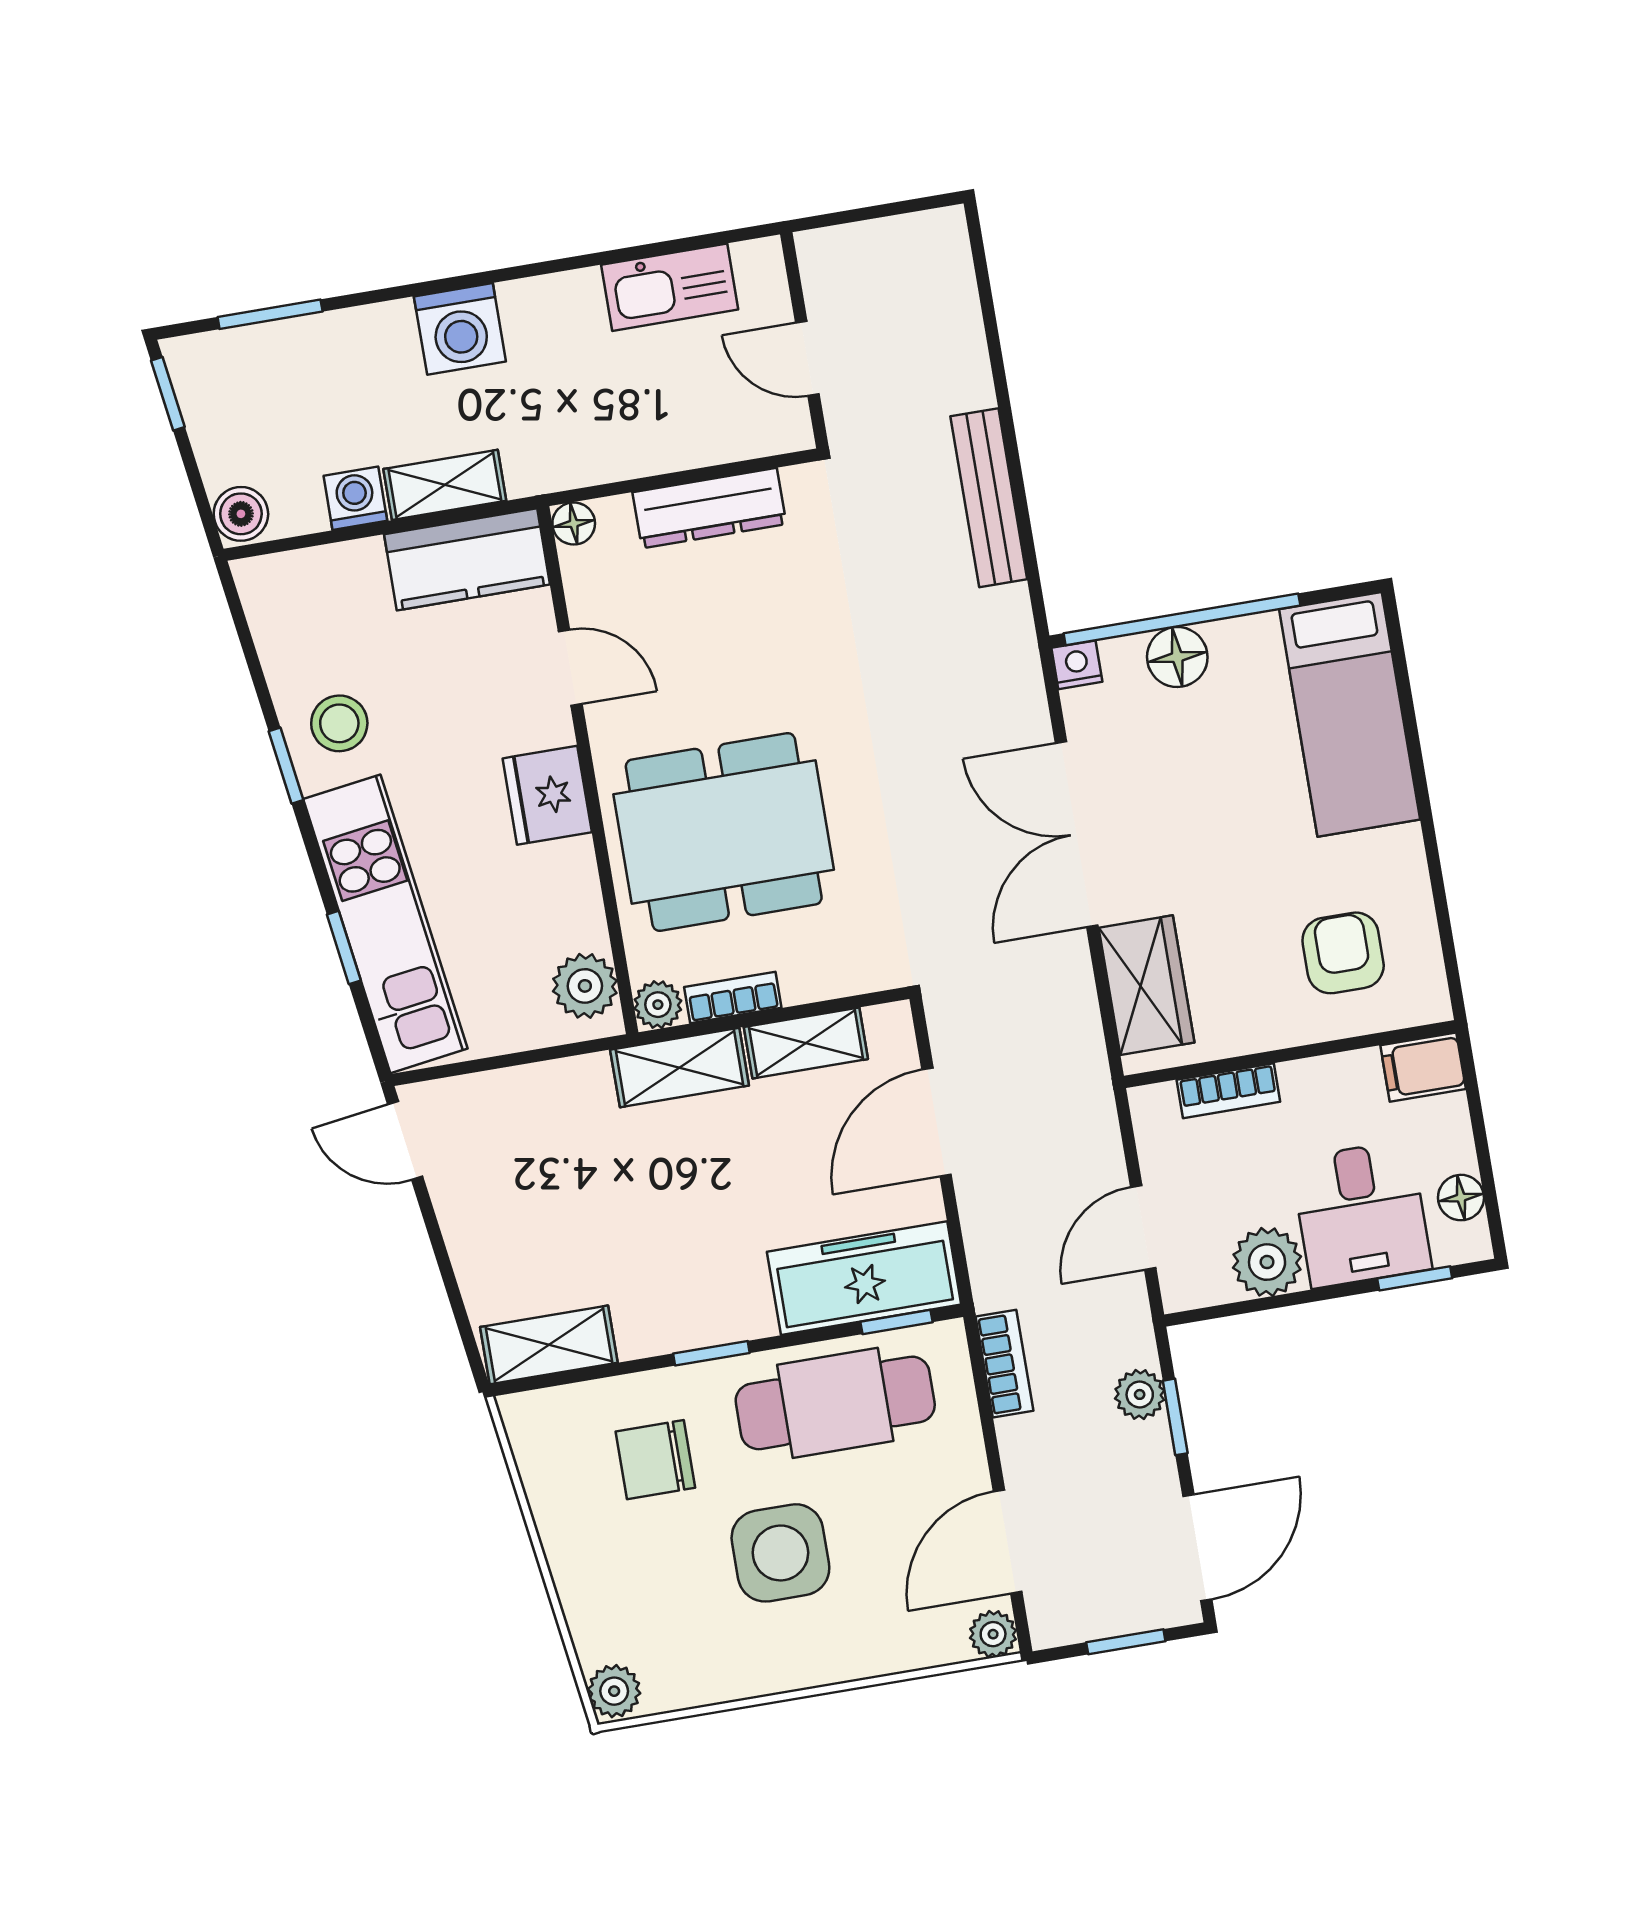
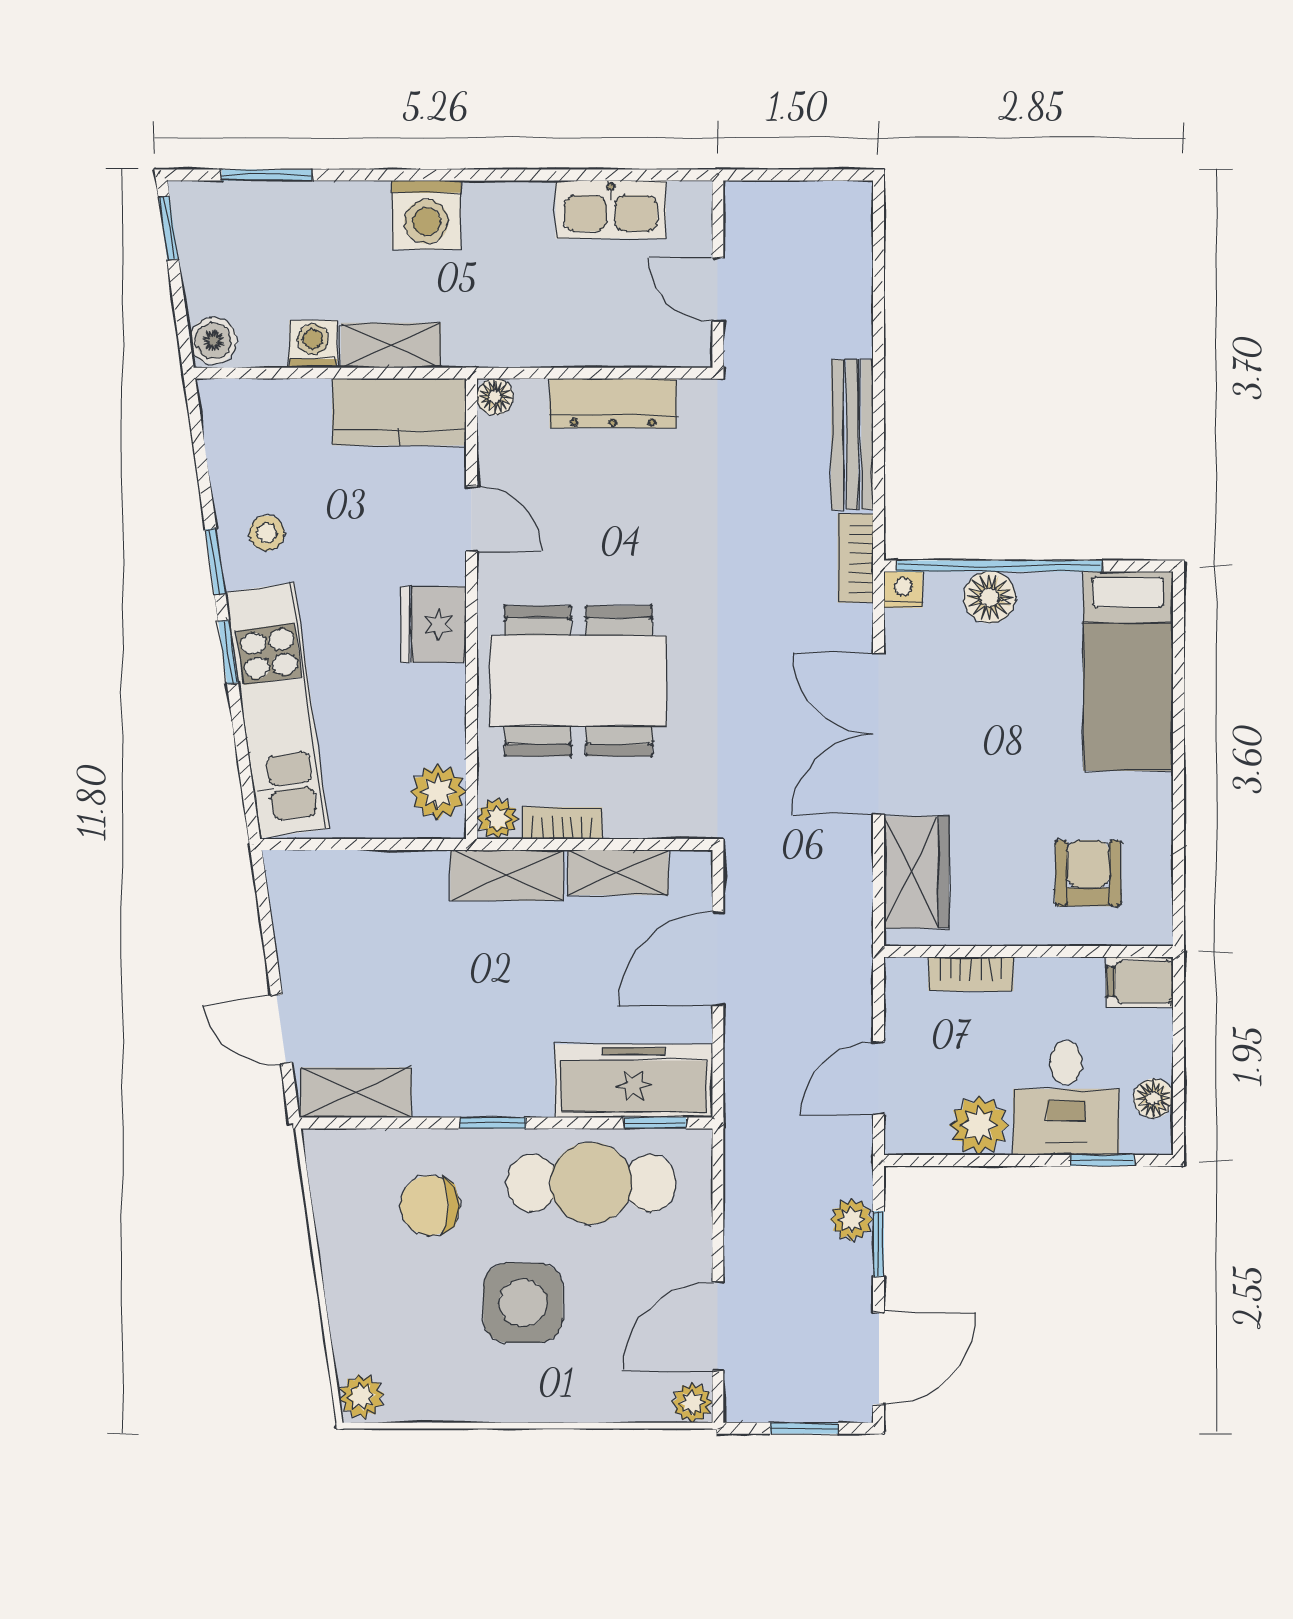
stool: (339, 723) -> (267, 533), width x0.73, depth x0.73
window: (344, 948) -> (228, 652), moved
door: (405, 1141) -> (281, 1029), moved
bookcase: (1005, 1364) -> (855, 558), moved, turned 180

